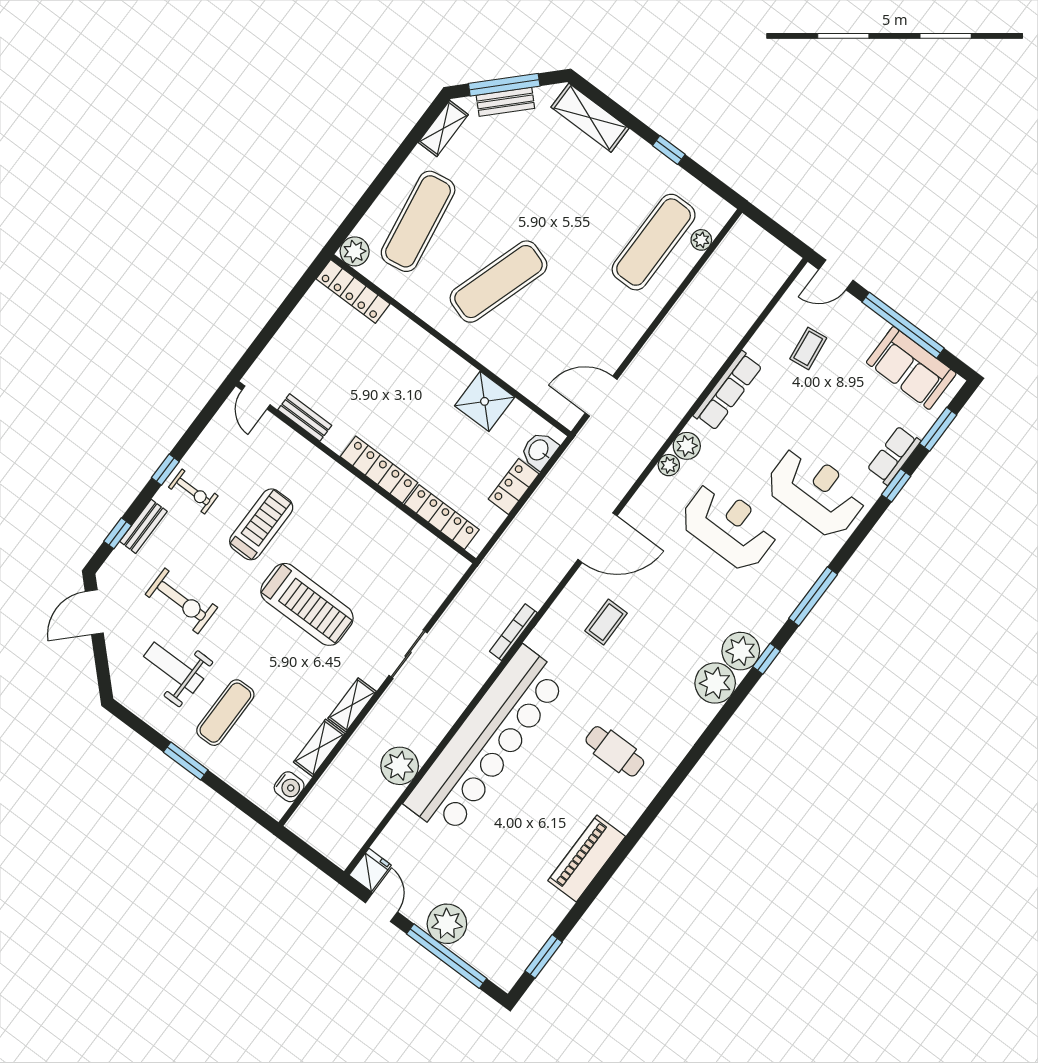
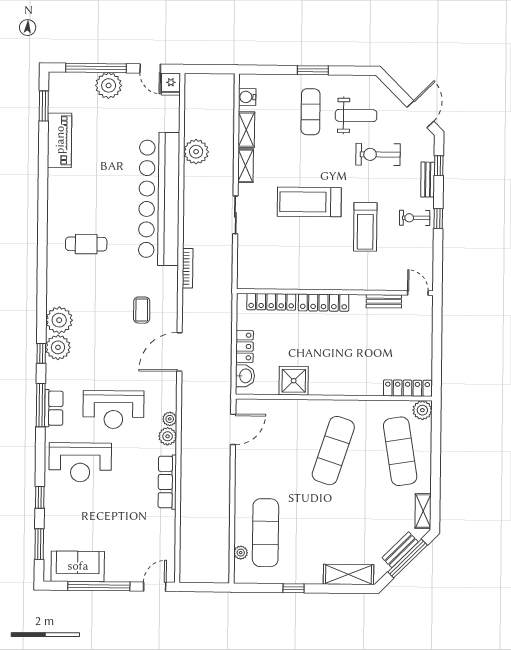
coffee table: (808, 348) -> (141, 536), removed
row of seats: (894, 455) -> (54, 408), moved
piano: (587, 859) -> (60, 140), moved

